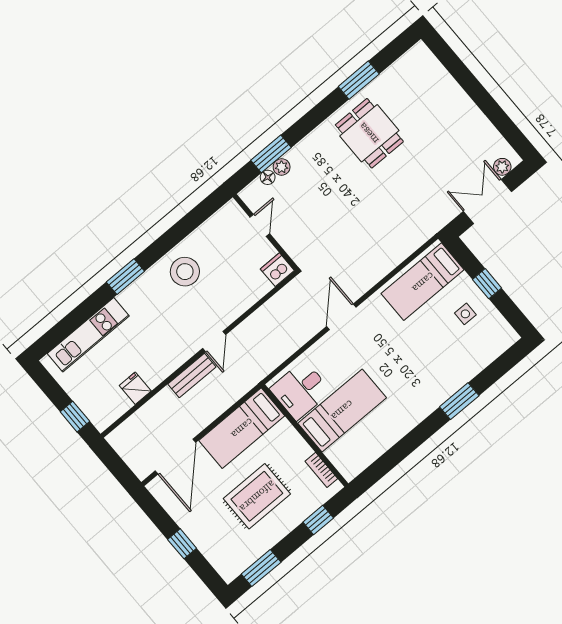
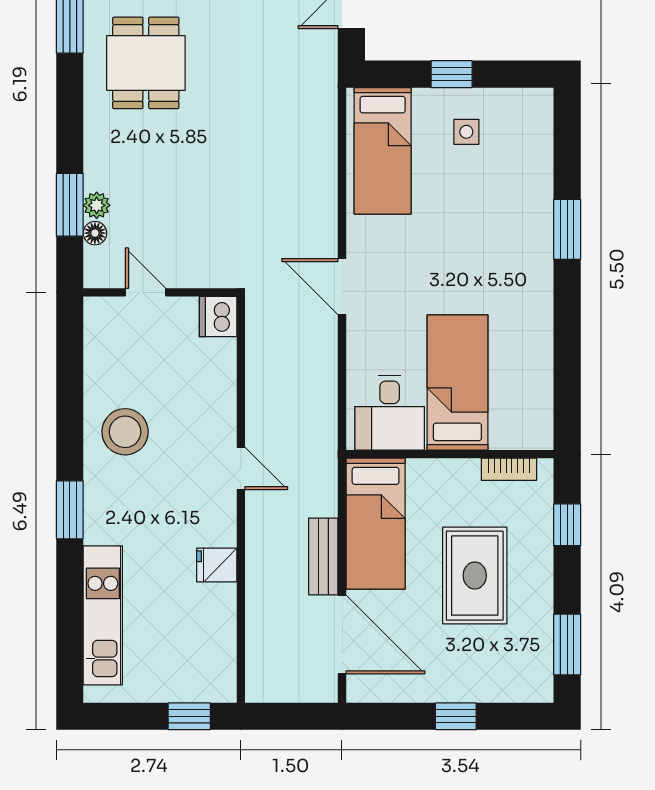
dining table: (369, 133) -> (146, 63), turned 90
bench: (192, 375) -> (323, 556), moved
fridge: (135, 388) -> (217, 565), moved

